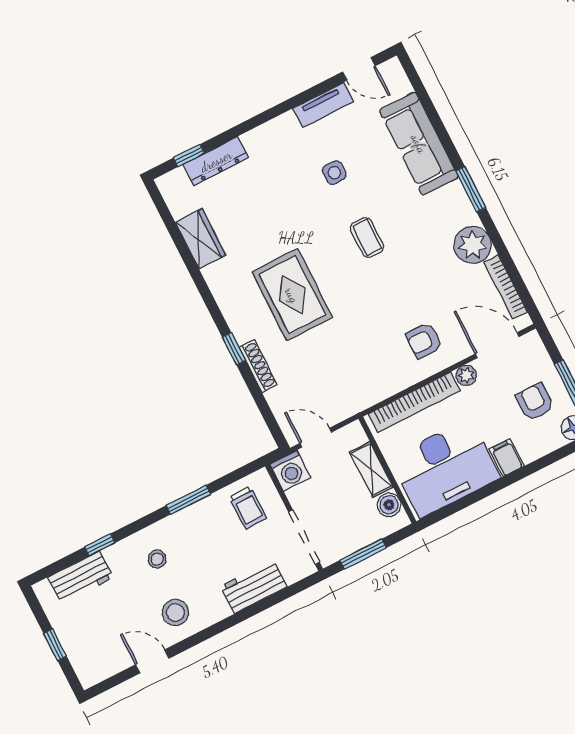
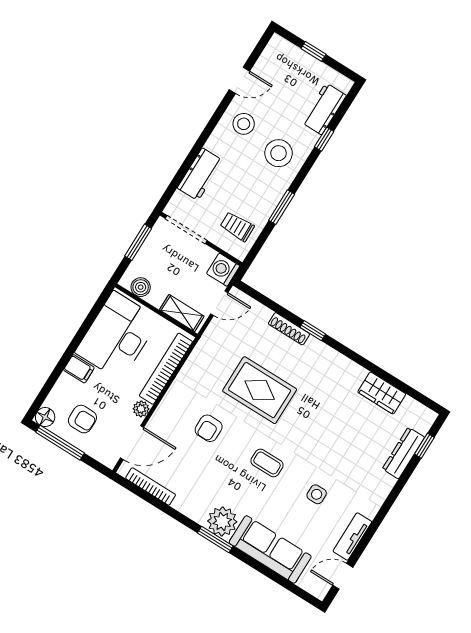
plant: (473, 245) -> (222, 521), moved
rug: (292, 295) -> (260, 390), moved
armchair: (424, 341) -> (209, 428), moved, turned 180
shelving: (371, 470) -> (182, 313), moved
stool: (157, 559) -> (279, 153), width x1.89, depth x1.89

